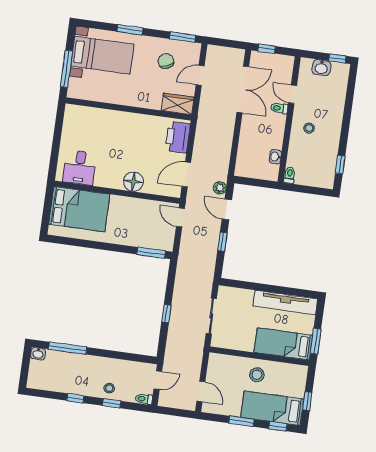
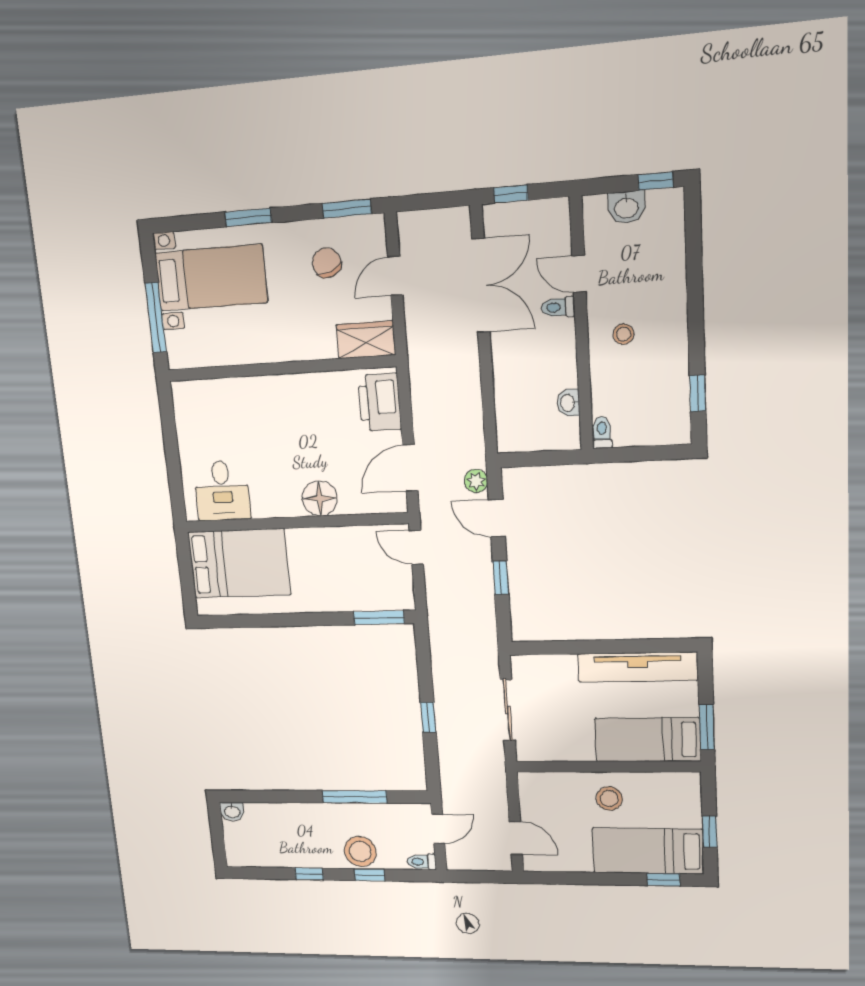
window: (68, 348) -> (355, 797), moved
stool: (109, 388) -> (360, 851), width x1.89, depth x1.89
window: (241, 421) -> (597, 879), removed

